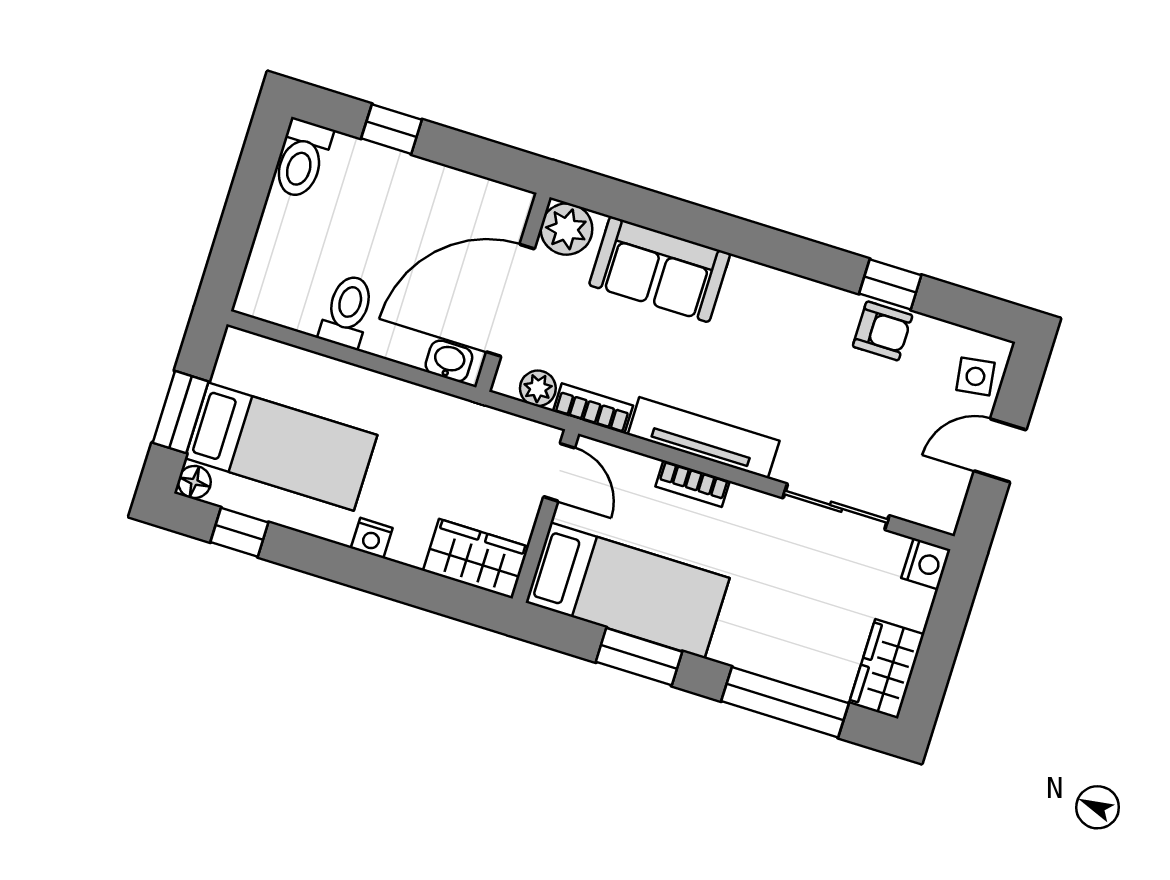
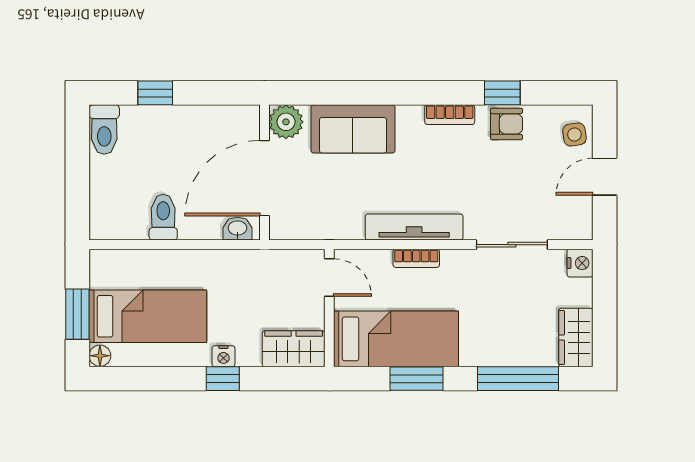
plant: (538, 388) -> (299, 228), removed
bookcase: (593, 408) -> (450, 115), moved, turned 180
window: (239, 532) -> (223, 379), moved

